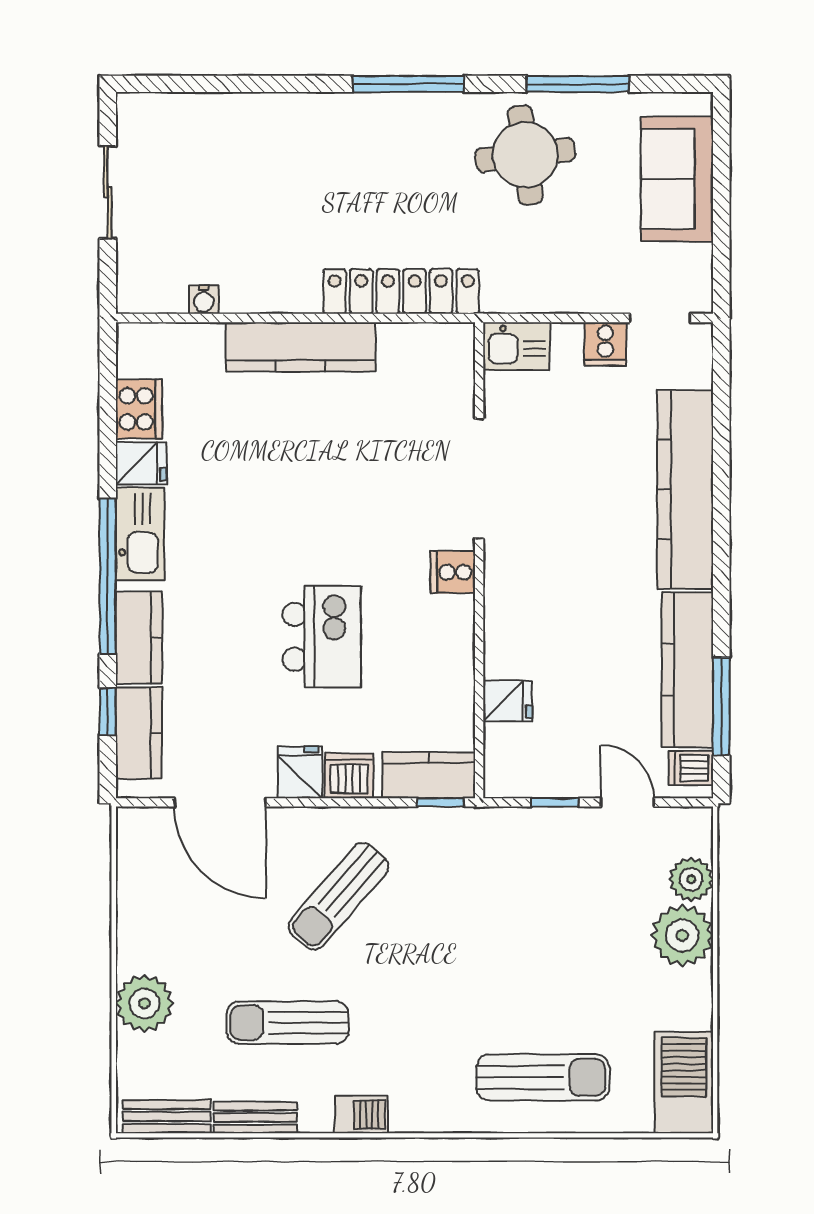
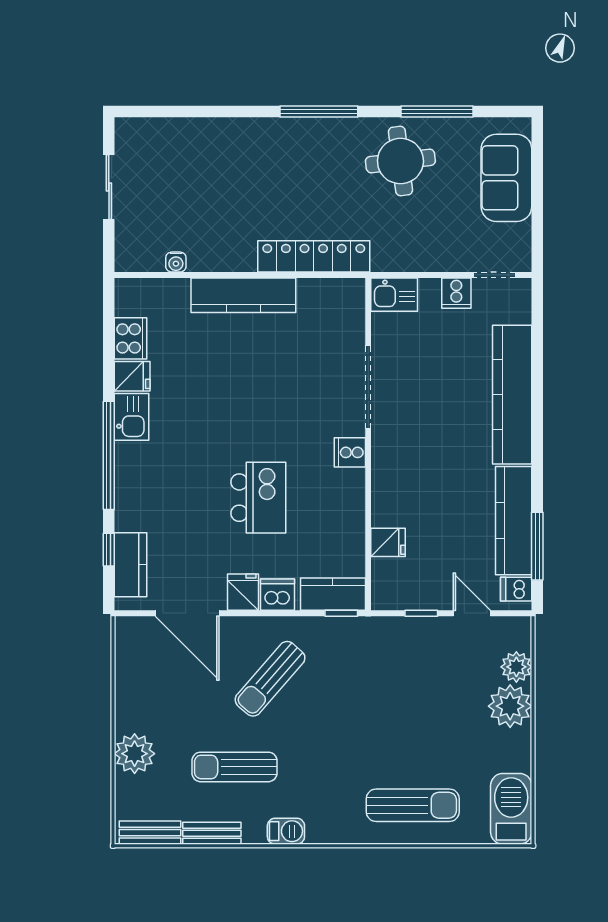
kitchen sink: (140, 534) -> (132, 417), width x0.73
kitchen counter: (139, 638) -> (131, 498), removed

